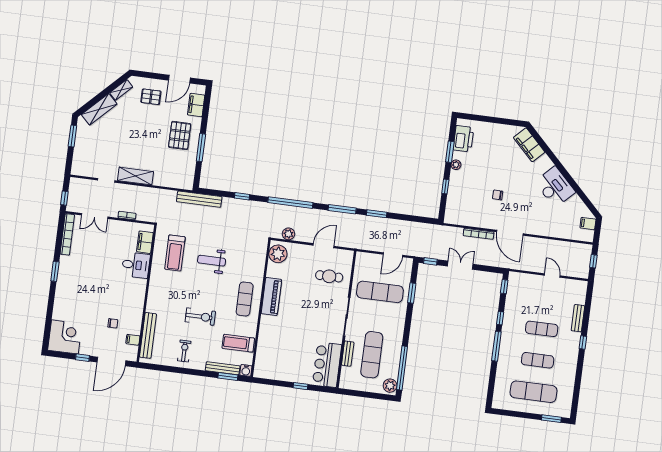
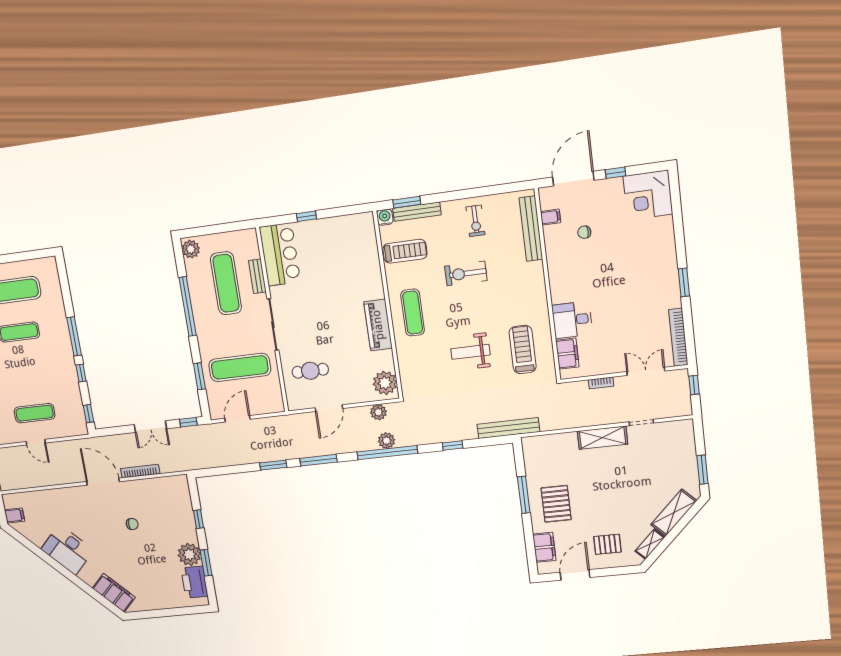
plant: (456, 165) -> (189, 555), width x1.88, depth x1.88
plant: (288, 212) -> (387, 441), added
weight bench: (212, 261) -> (470, 352), turned 180
exercise mat: (542, 329) -> (35, 413), moved
window: (402, 368) -> (188, 307), moved

